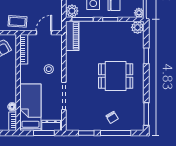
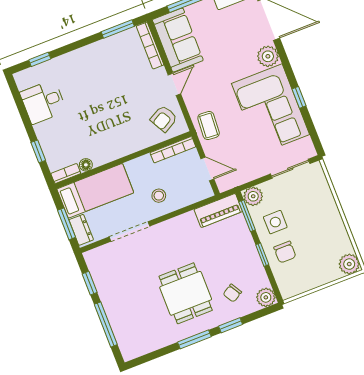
plant: (139, 13) -> (287, 291), removed
window: (146, 114) -> (194, 339), moved
chair: (112, 117) -> (232, 293), moved

